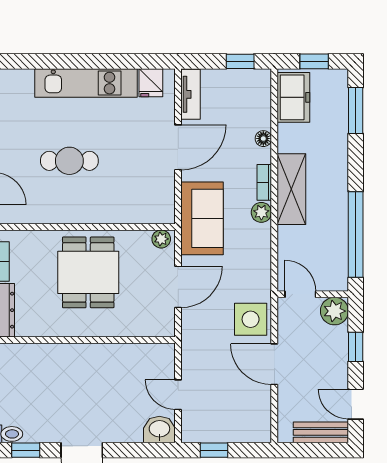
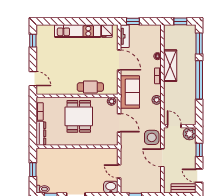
window: (240, 61) -> (133, 21), moved
freezer: (293, 97) -> (171, 38), removed
door: (178, 147) -> (119, 60), hinge flipped
cafe table: (69, 161) -> (90, 87), moved
shelving: (291, 189) -> (170, 66), moved
plant: (261, 212) -> (157, 100), moved
window: (356, 234) -> (199, 80), moved
door: (178, 287) -> (119, 123), hinge flipped

